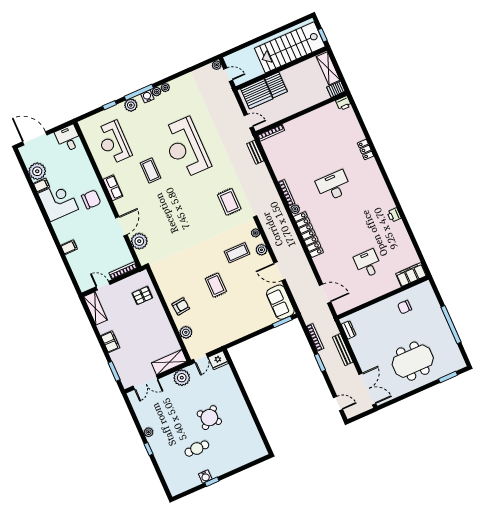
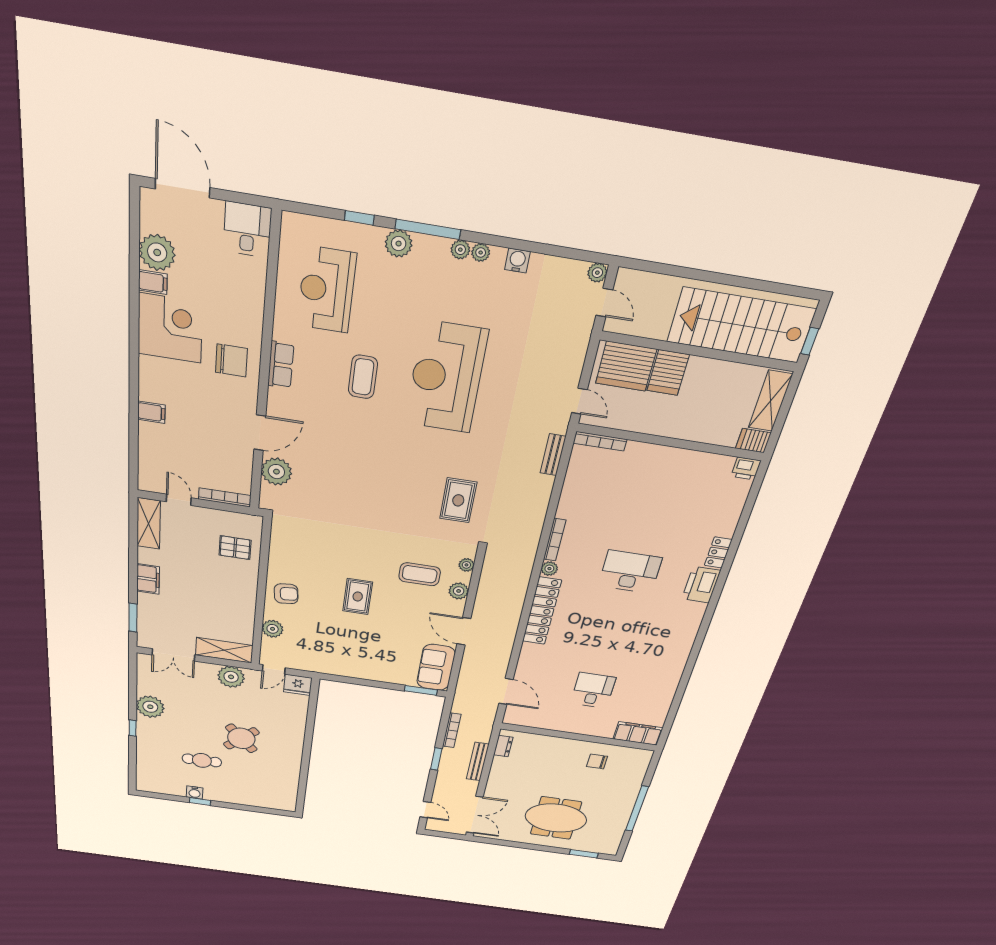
water cooler: (147, 96) -> (517, 260), moved
printer: (394, 215) -> (701, 585), moved, width x1.87, depth x1.48
plant: (149, 432) -> (150, 707), width x1.87, depth x1.87

